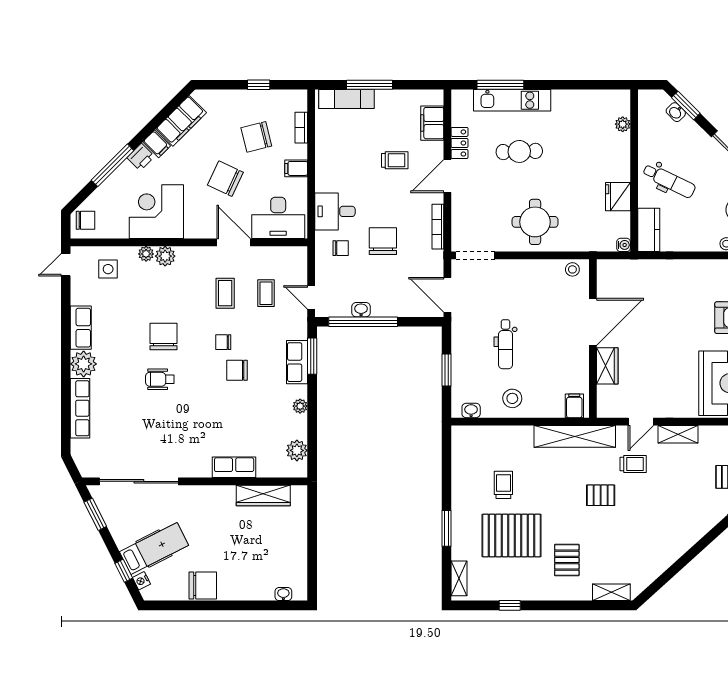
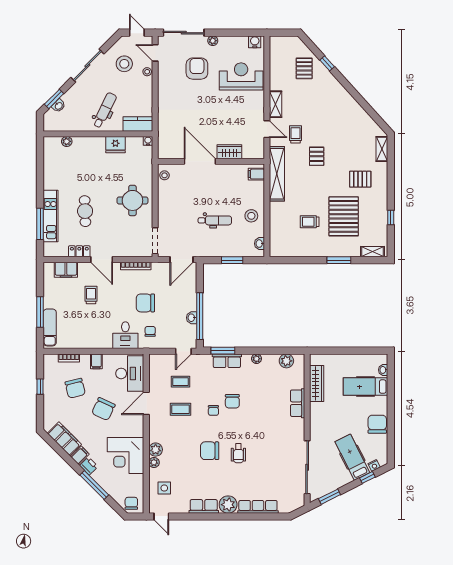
hospital bed: (259, 568) -> (365, 387), added

